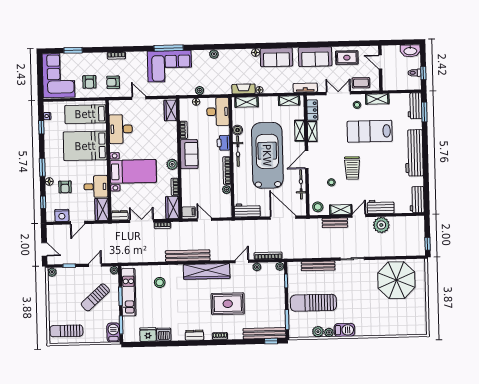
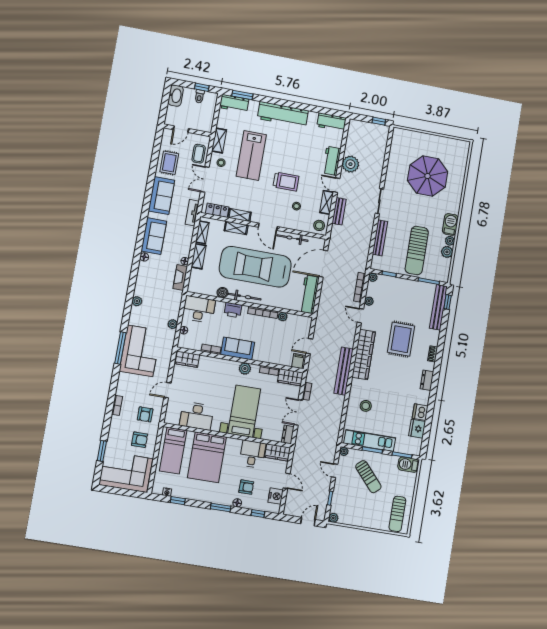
shelving: (247, 102) -> (199, 256), moved
workbench: (247, 210) -> (309, 294), width x1.38
parasol: (396, 280) -> (428, 176), moved

